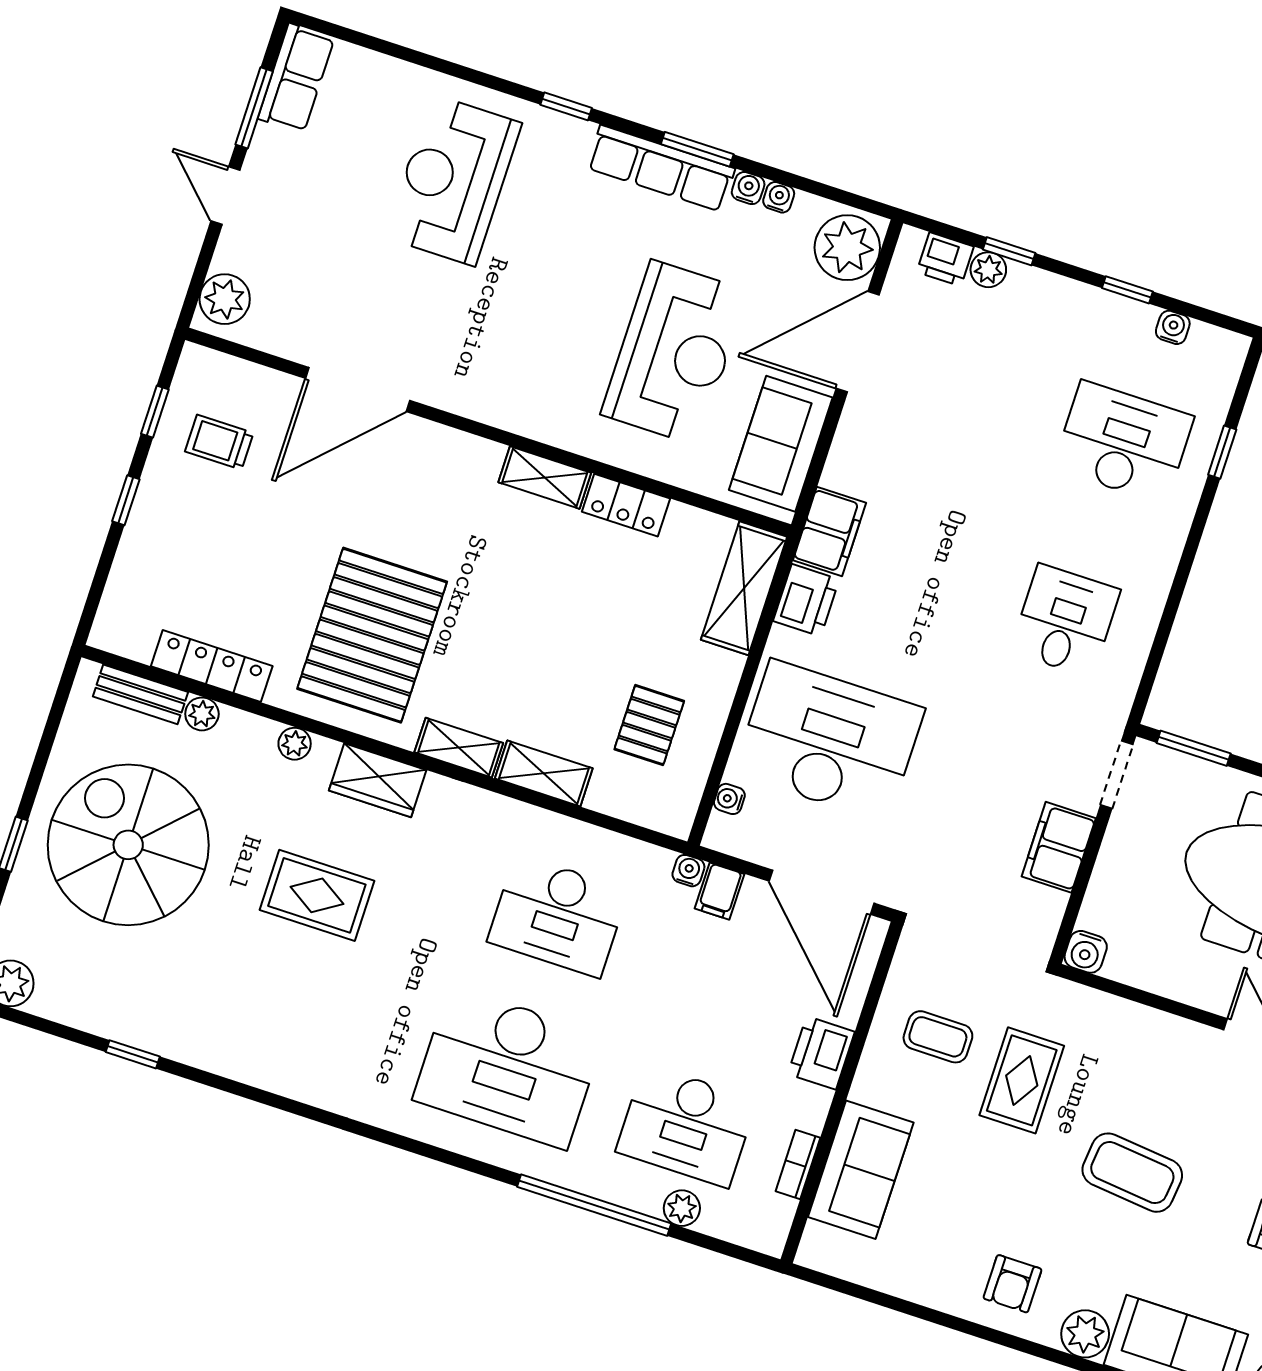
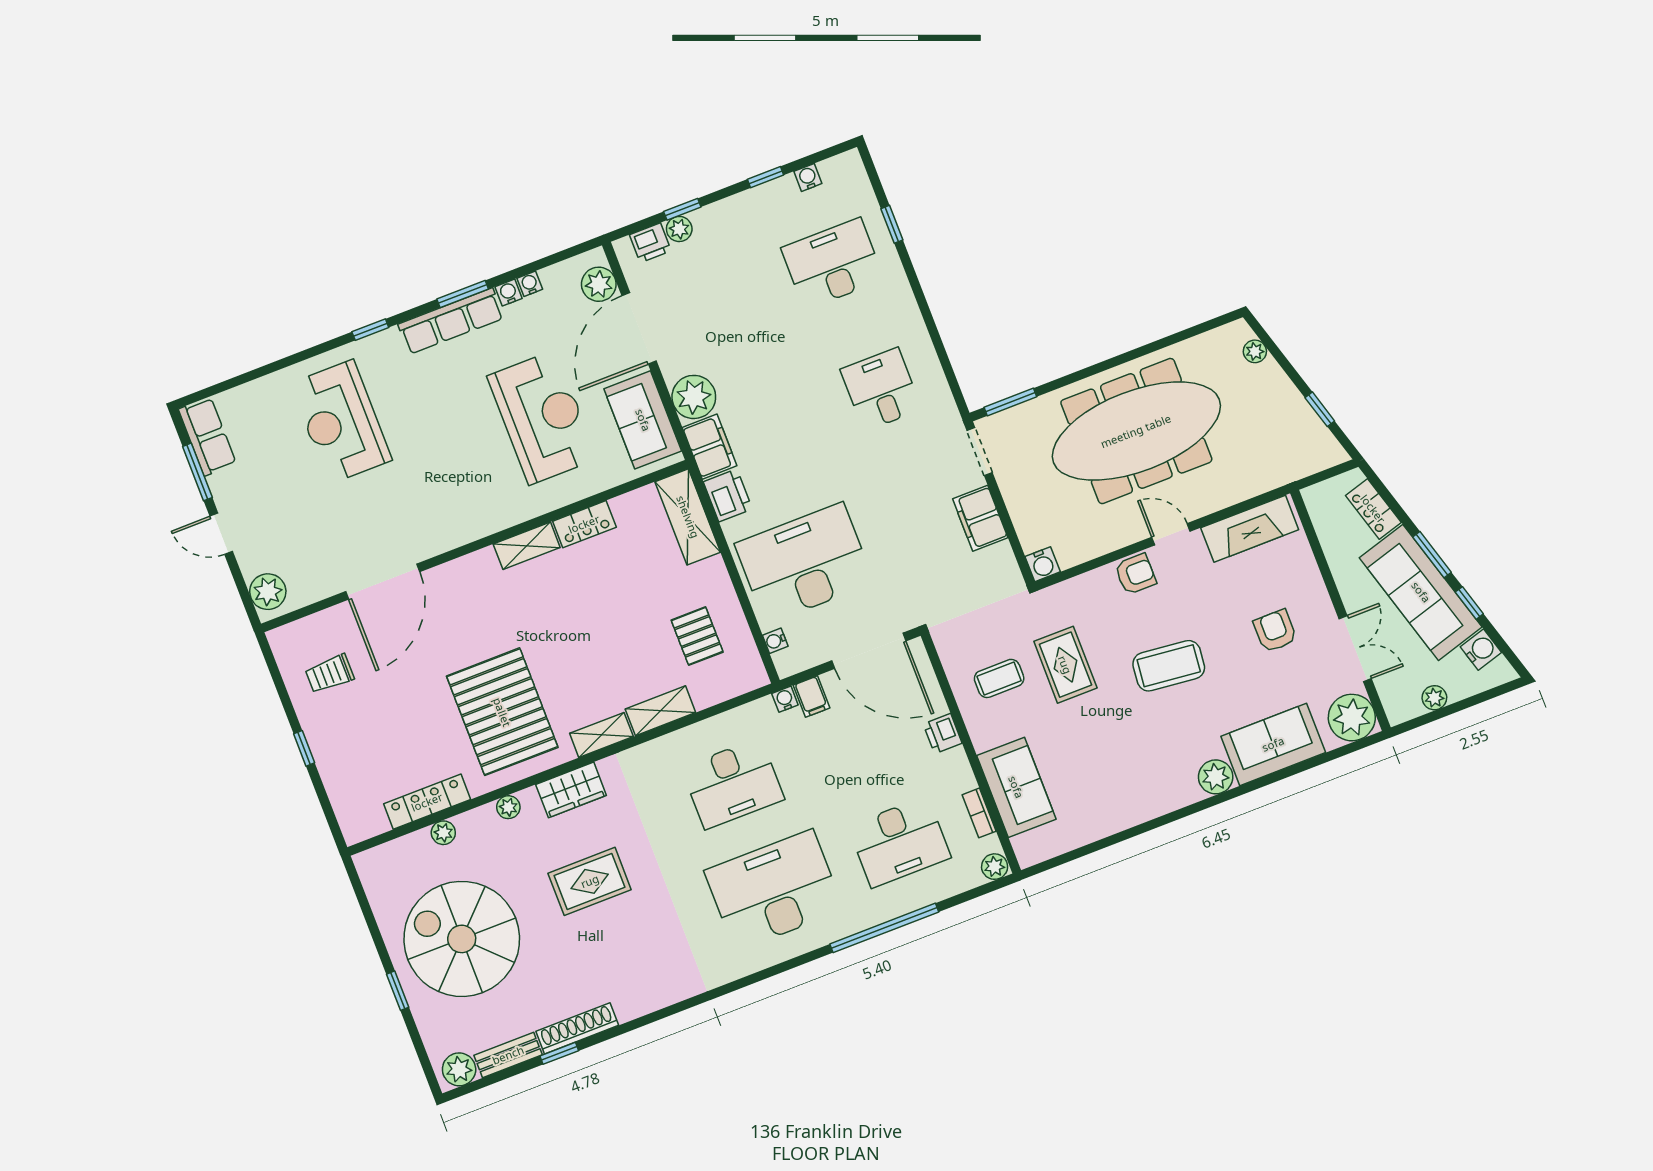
plant: (847, 248) -> (599, 284), width x0.73, depth x0.73
window: (155, 412) -> (280, 686), removed
plant: (856, 464) -> (694, 397), added
bench: (140, 694) -> (508, 1055), moved
shoe rack: (174, 1043) -> (577, 1028), added
printer: (821, 1053) -> (943, 734), width x0.73, depth x0.81
desk: (508, 1067) -> (774, 890), turned 180
plant: (682, 1208) -> (995, 867), moved
armchair: (1013, 1284) -> (1135, 574), moved, turned -90

